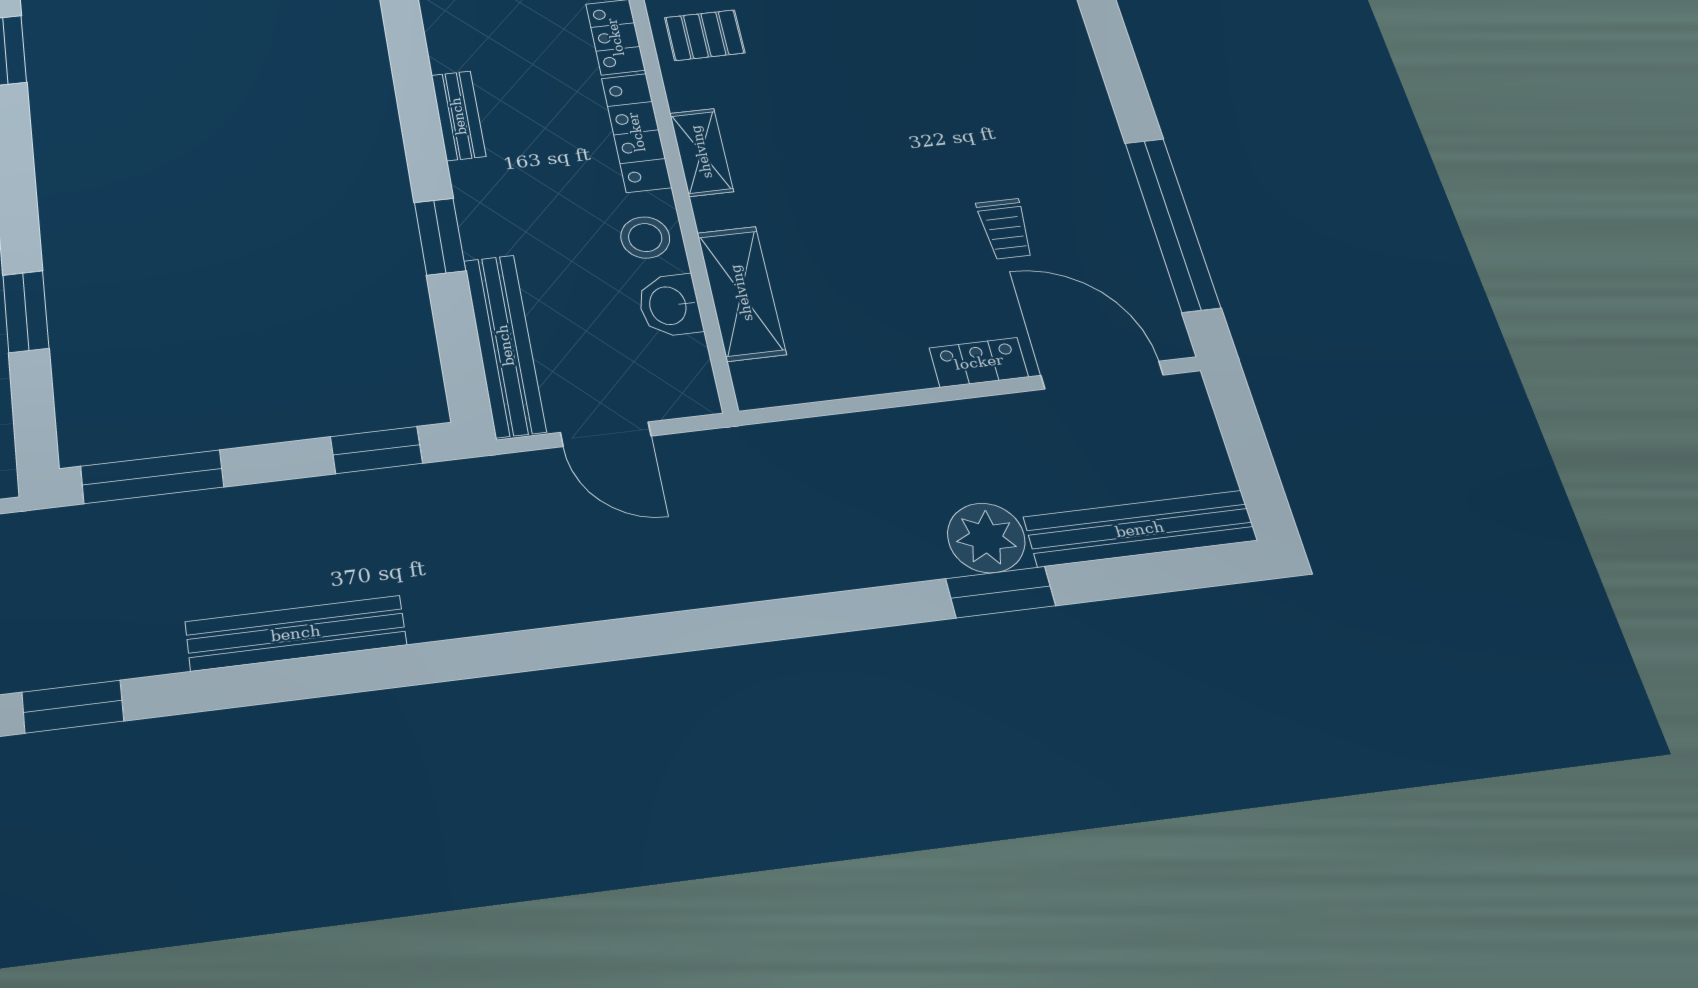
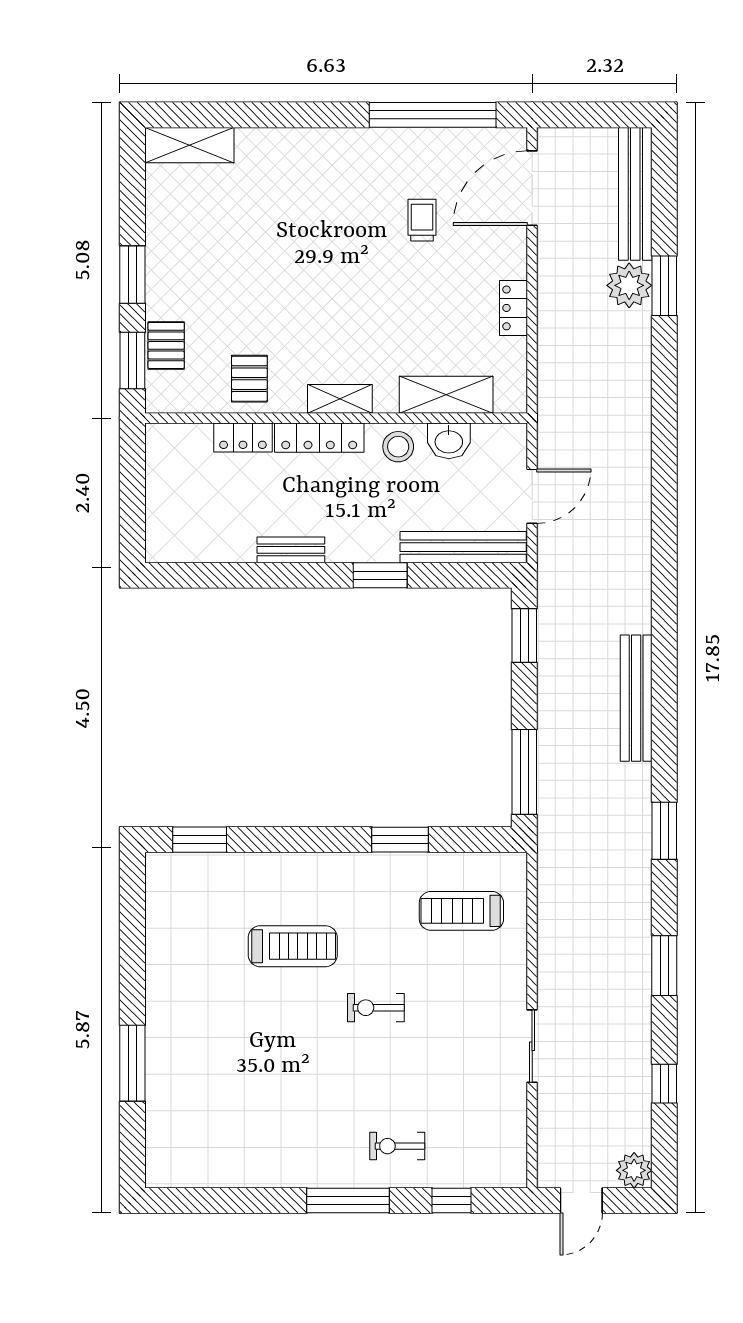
trolley: (1005, 229) -> (422, 220), turned -90
locker: (979, 362) -> (513, 308), moved

